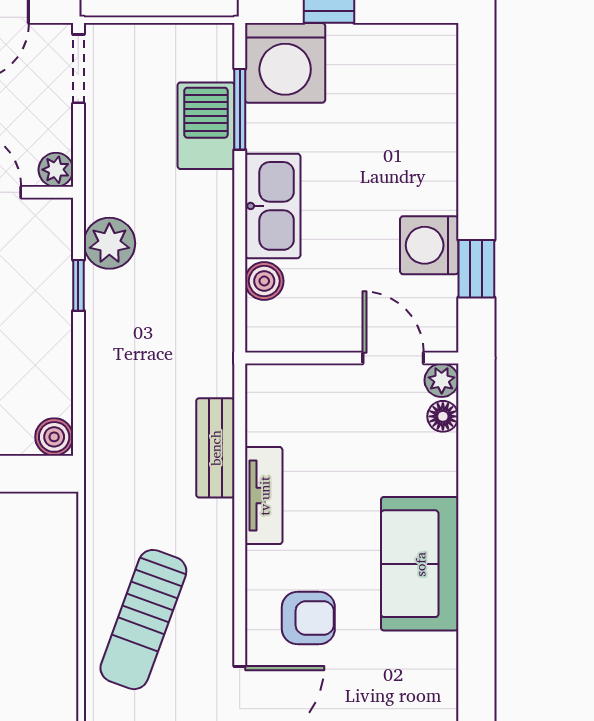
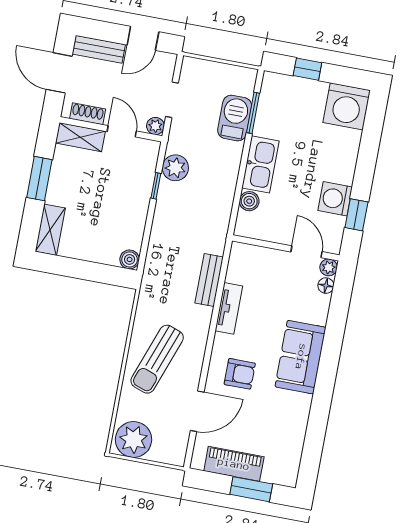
washing machine: (285, 63) -> (347, 106), moved
doorway: (78, 69) -> (172, 100), moved

